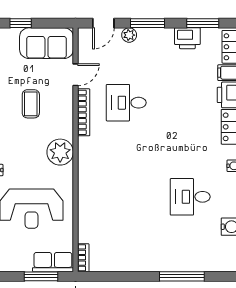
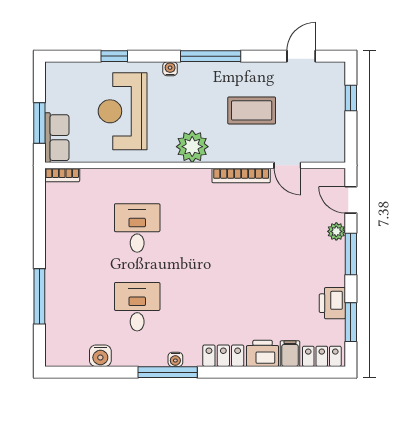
sofa: (46, 43) -> (326, 130), removed
desk: (126, 103) -> (137, 228), moved
coffee table: (31, 104) -> (252, 110), width x1.36, depth x1.30

